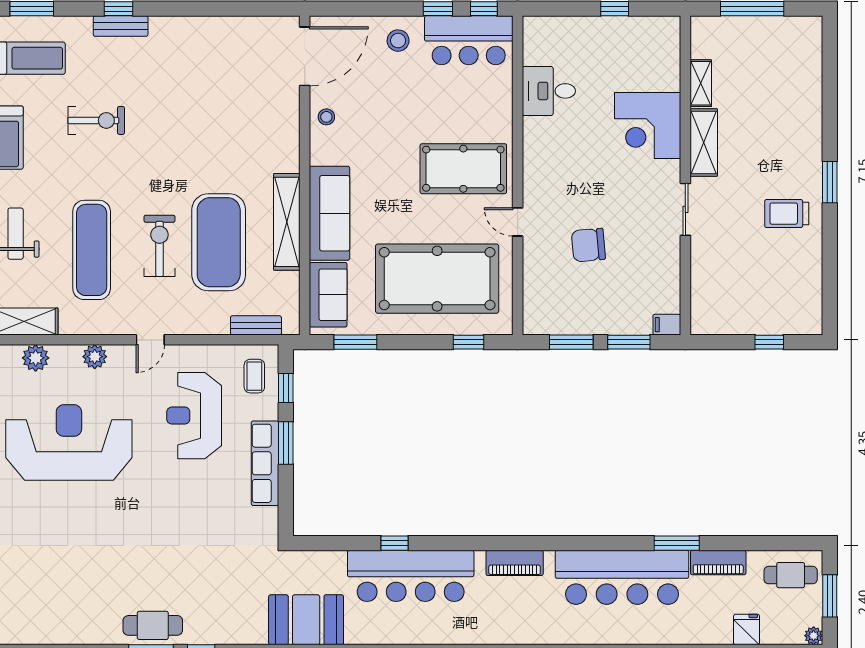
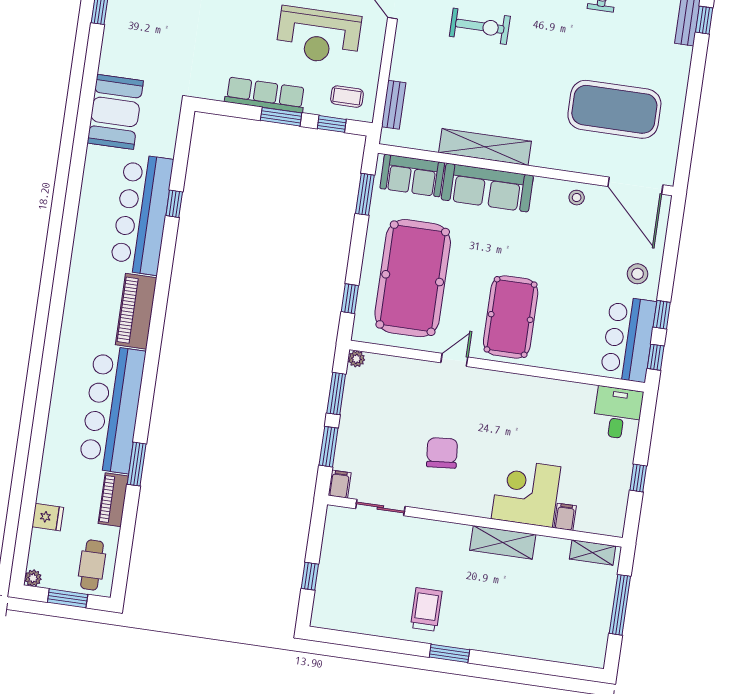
filing cabinet: (667, 80) -> (565, 517), added
shelving: (701, 83) -> (593, 553), moved
desk: (549, 91) -> (618, 413), moved
sliding door: (685, 209) -> (380, 507), moved
exercise mat: (219, 242) -> (614, 109), moved
chair: (588, 245) -> (442, 453), moved
plant: (531, 326) -> (356, 359), added
reception desk: (194, 416) -> (319, 36), turned 180
piano: (515, 563) -> (136, 311), width x1.37, depth x1.33

